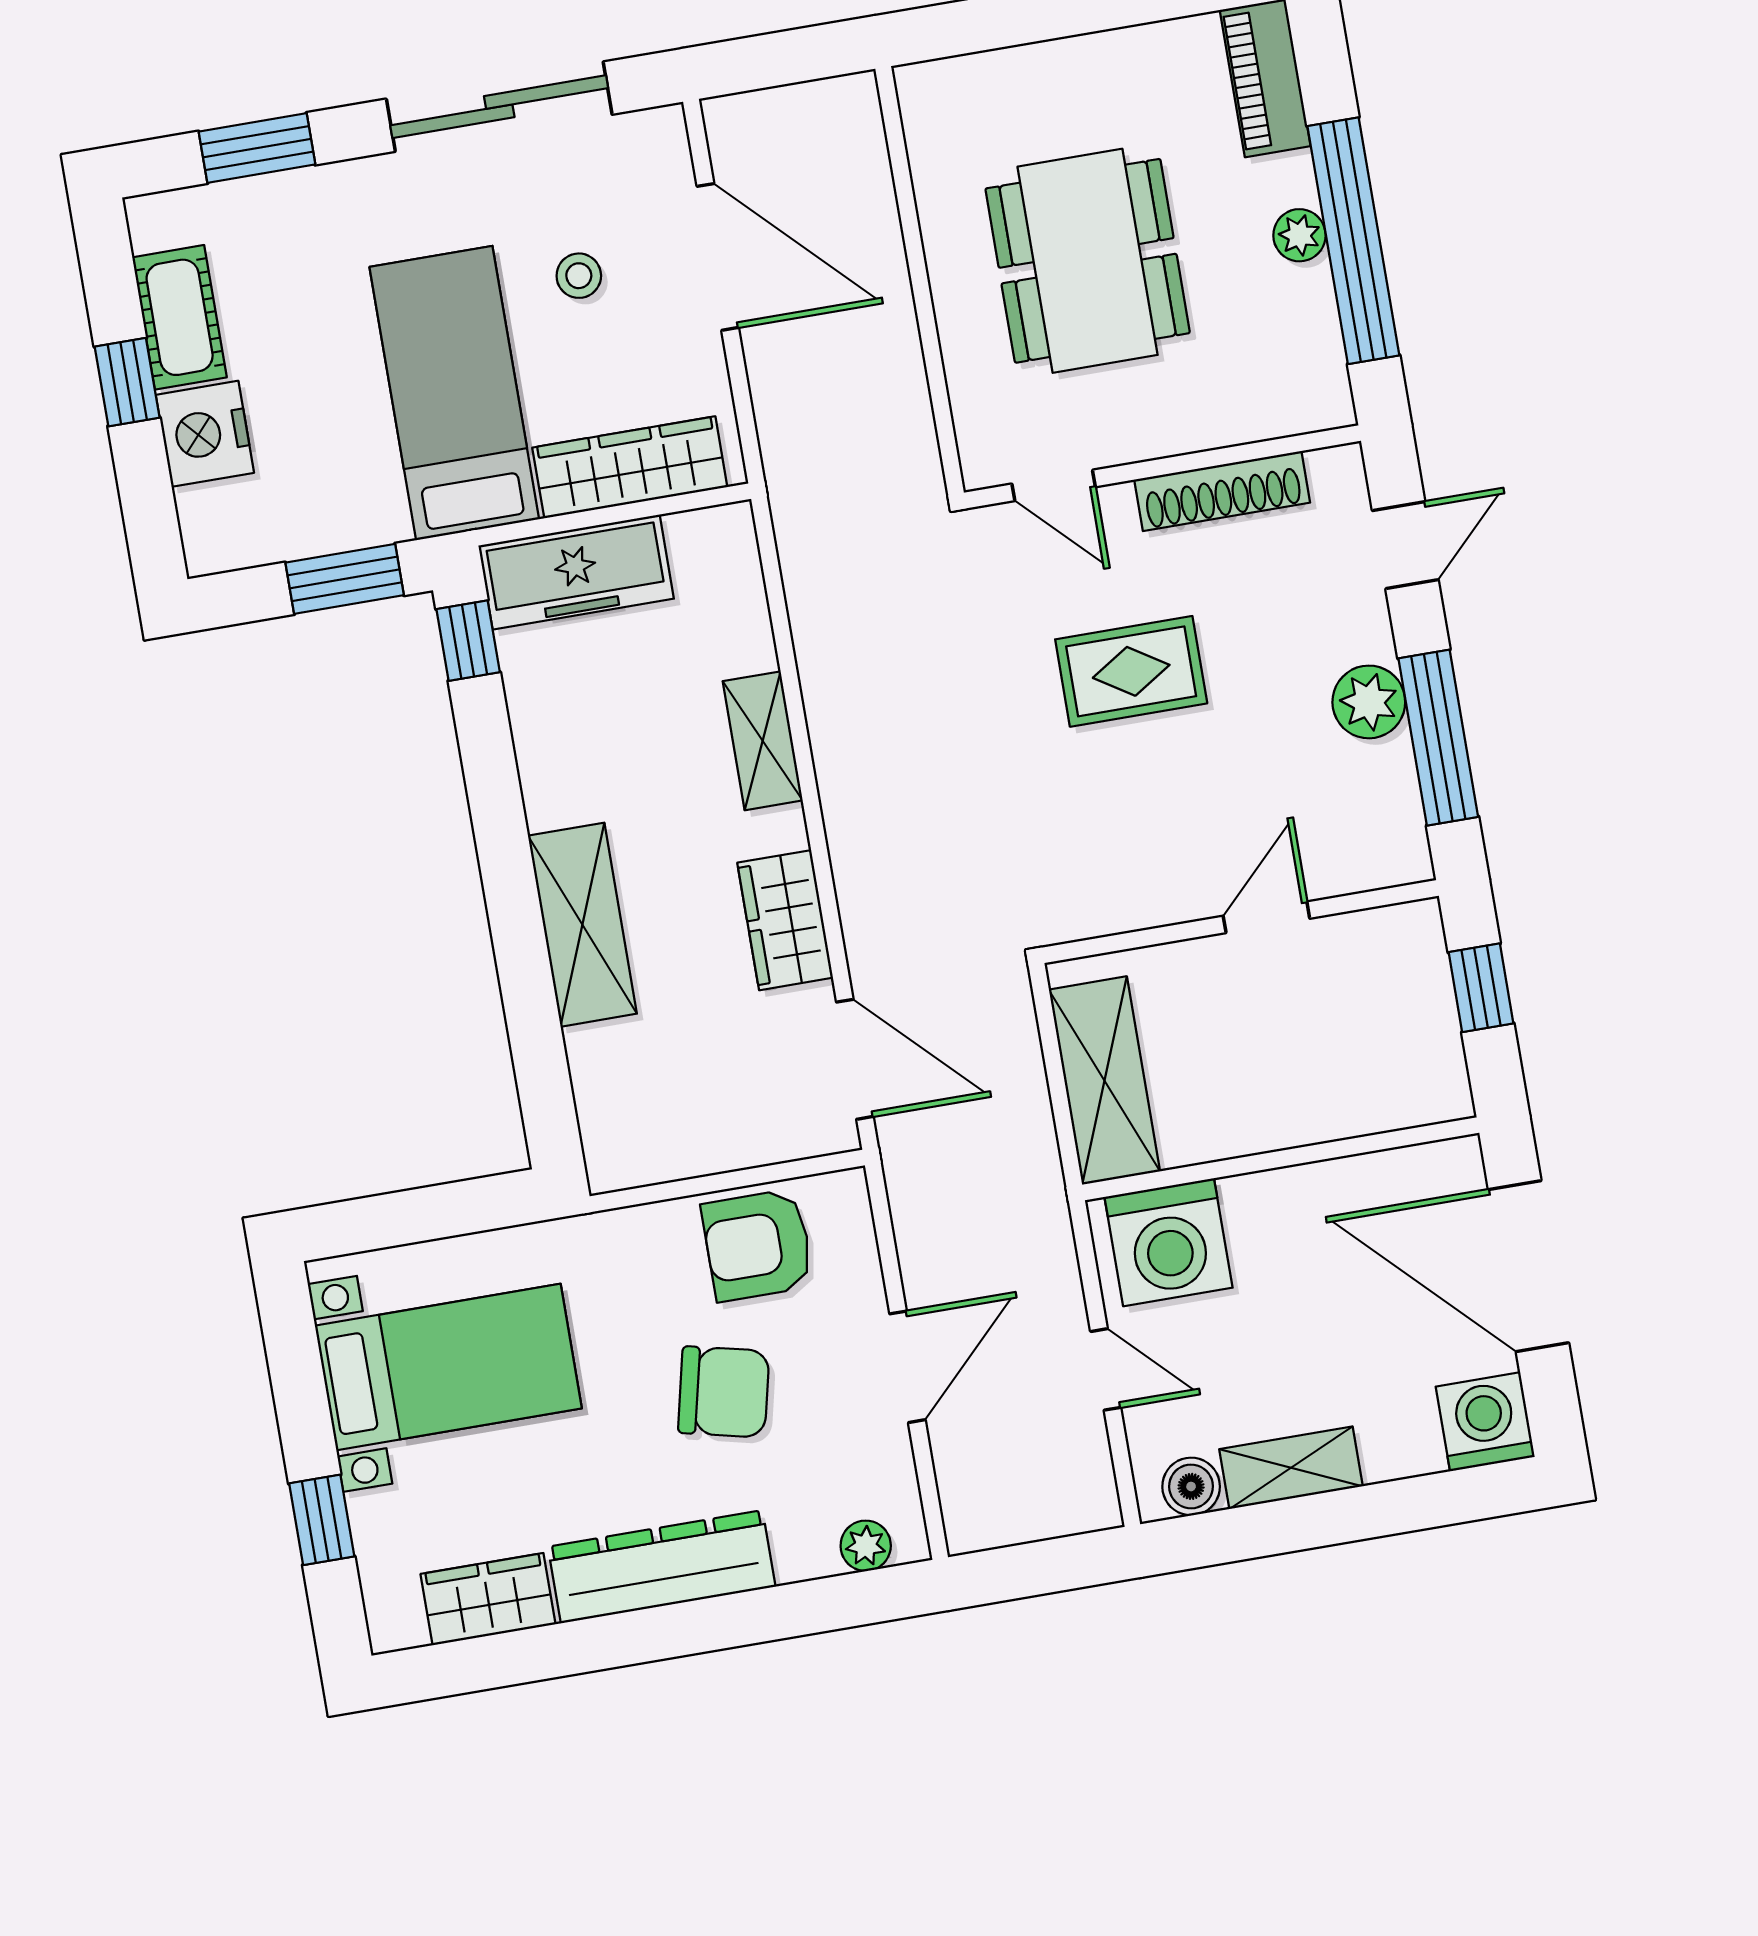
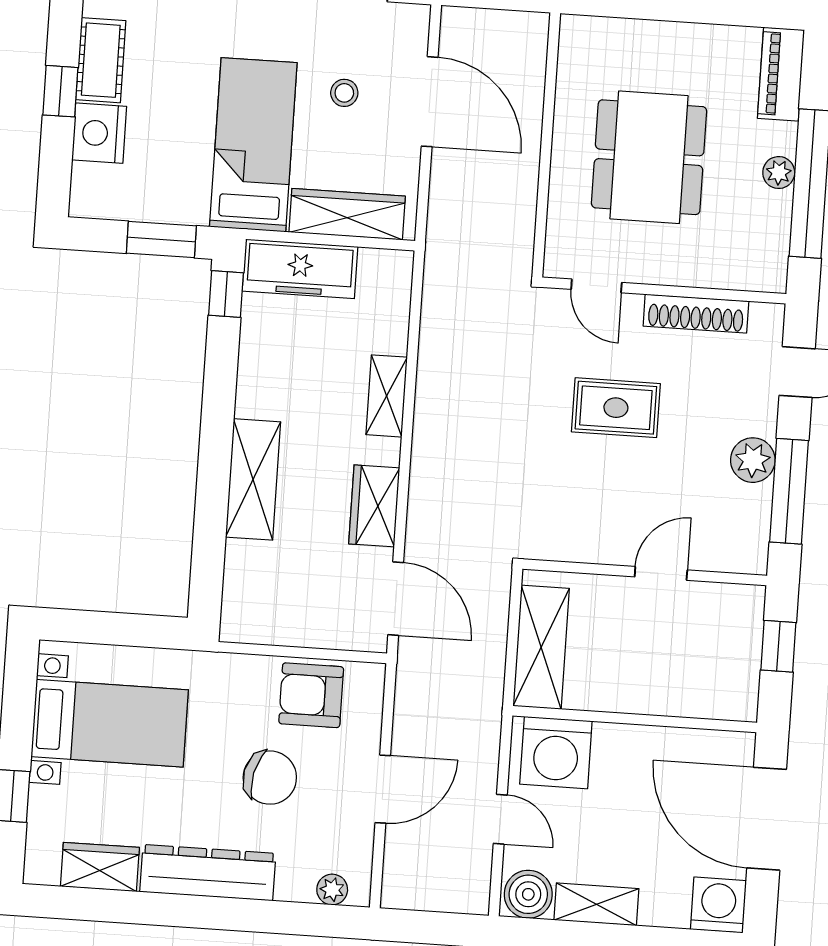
boiler: (1191, 1486) -> (528, 894), width x1.36, depth x1.36

